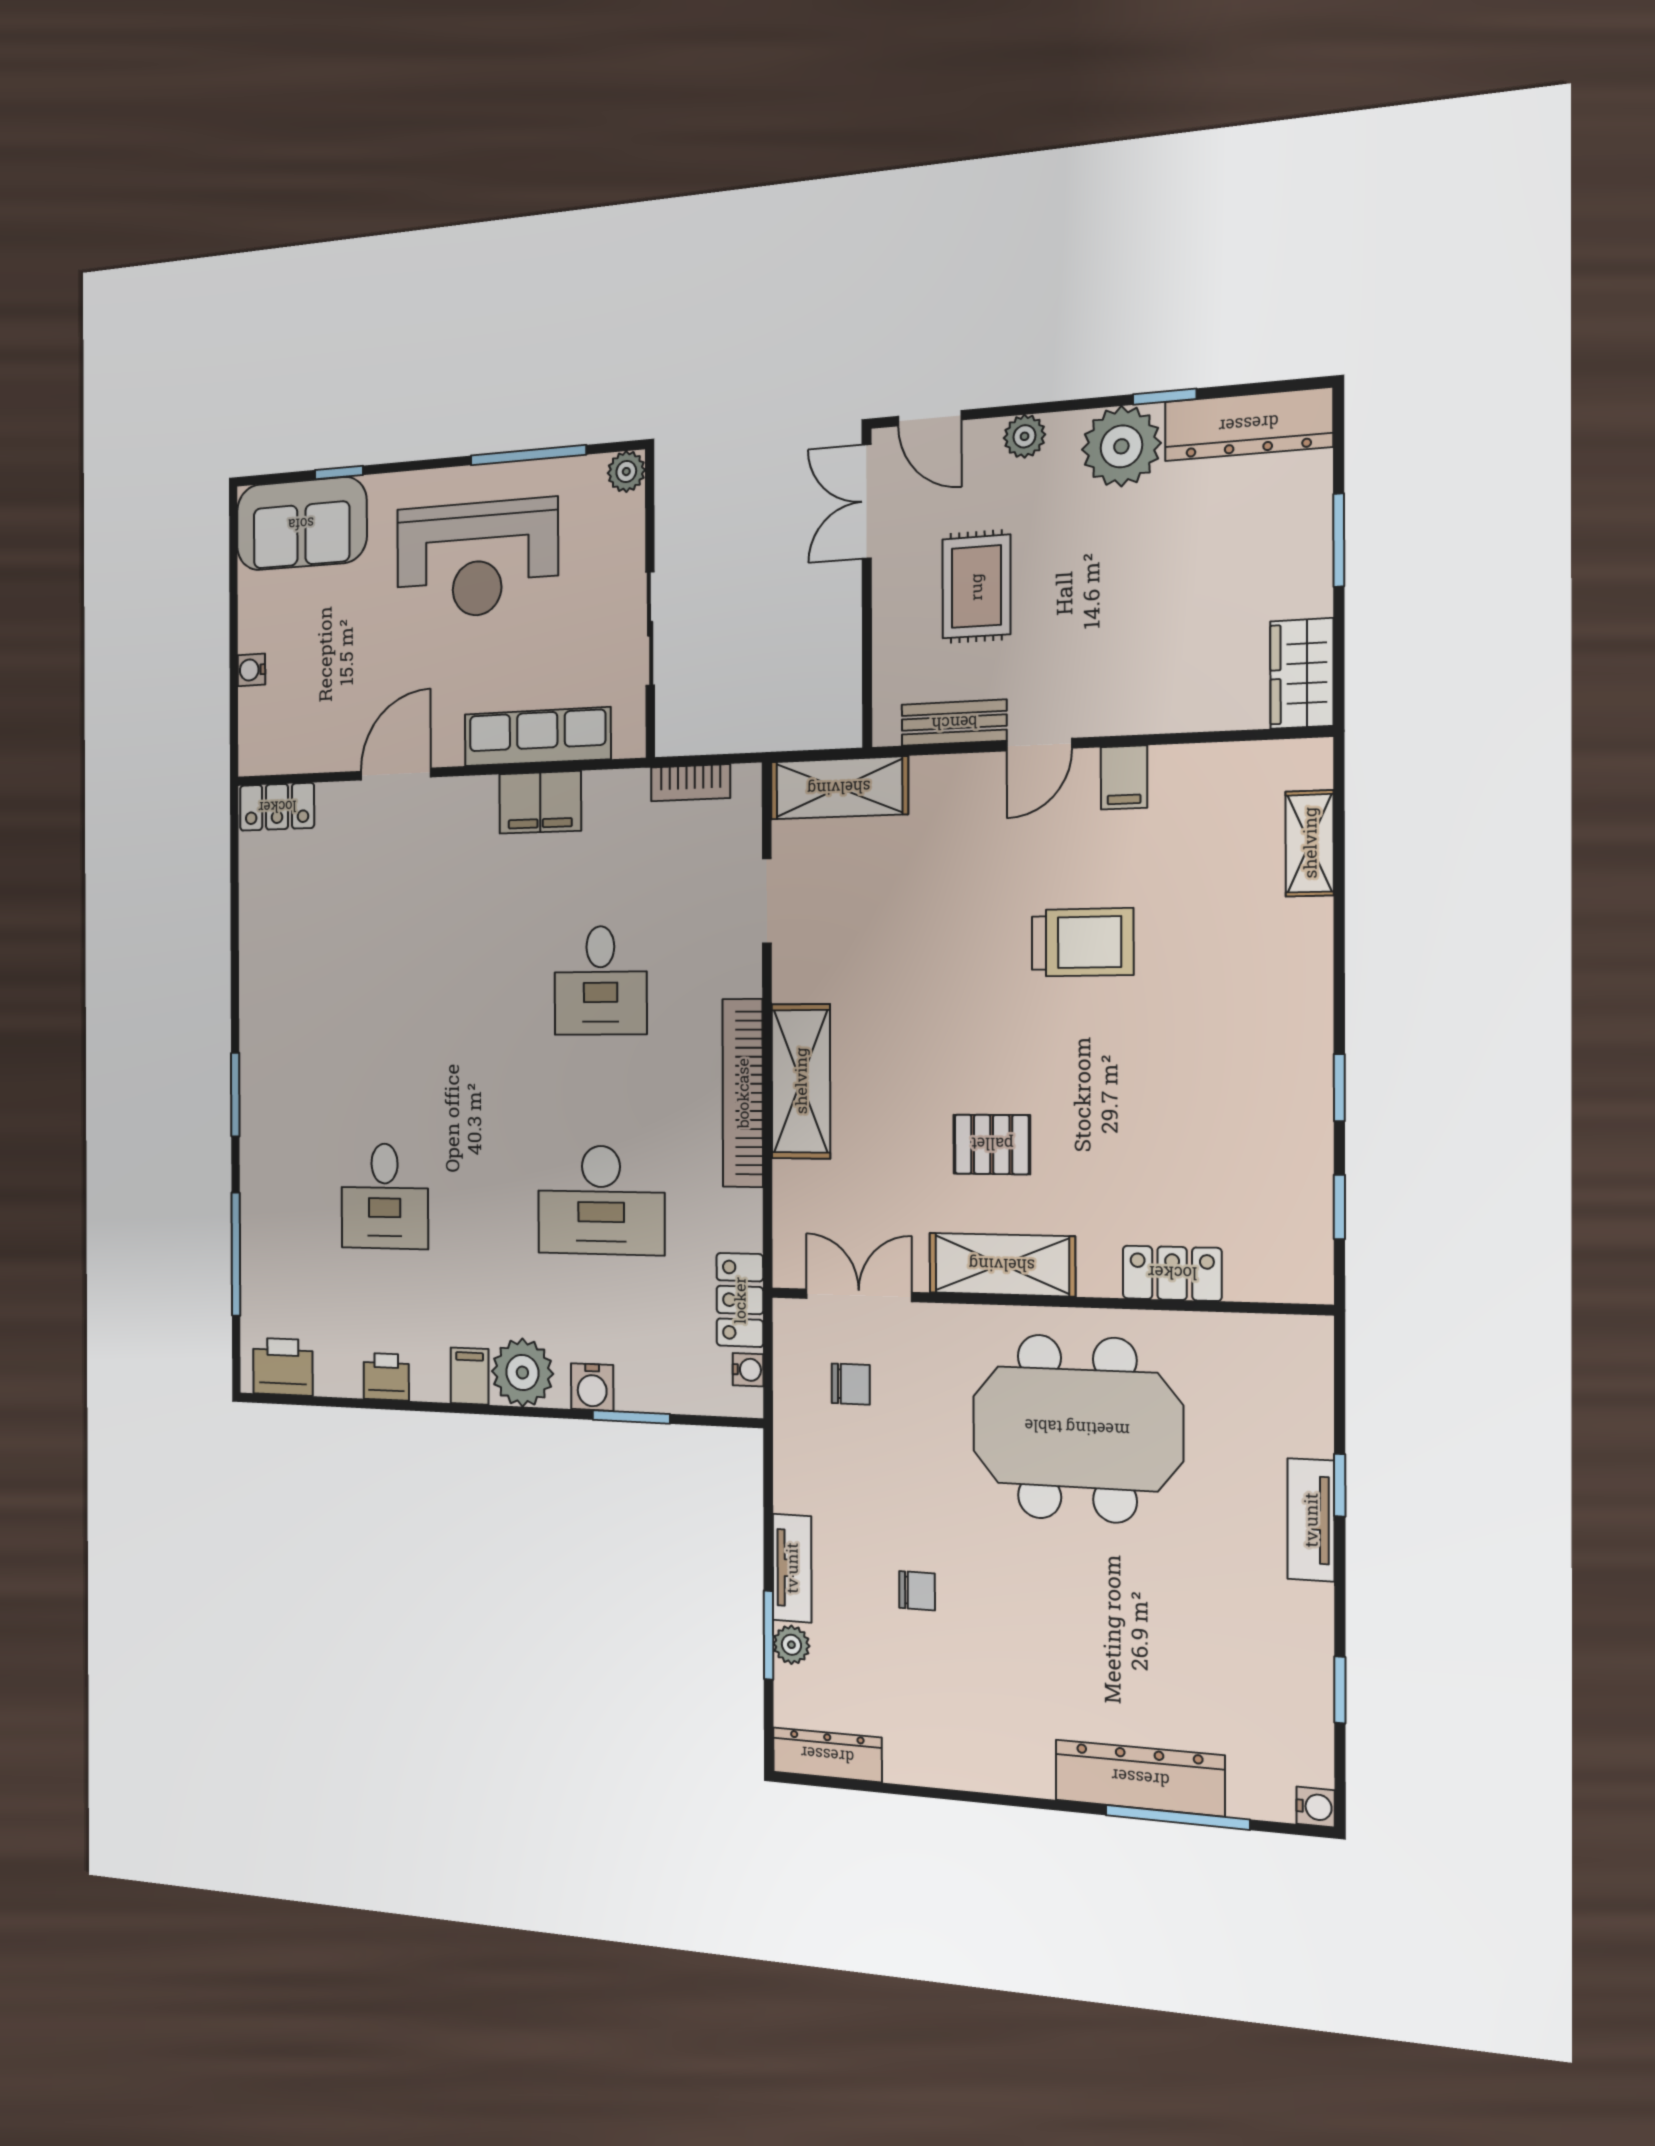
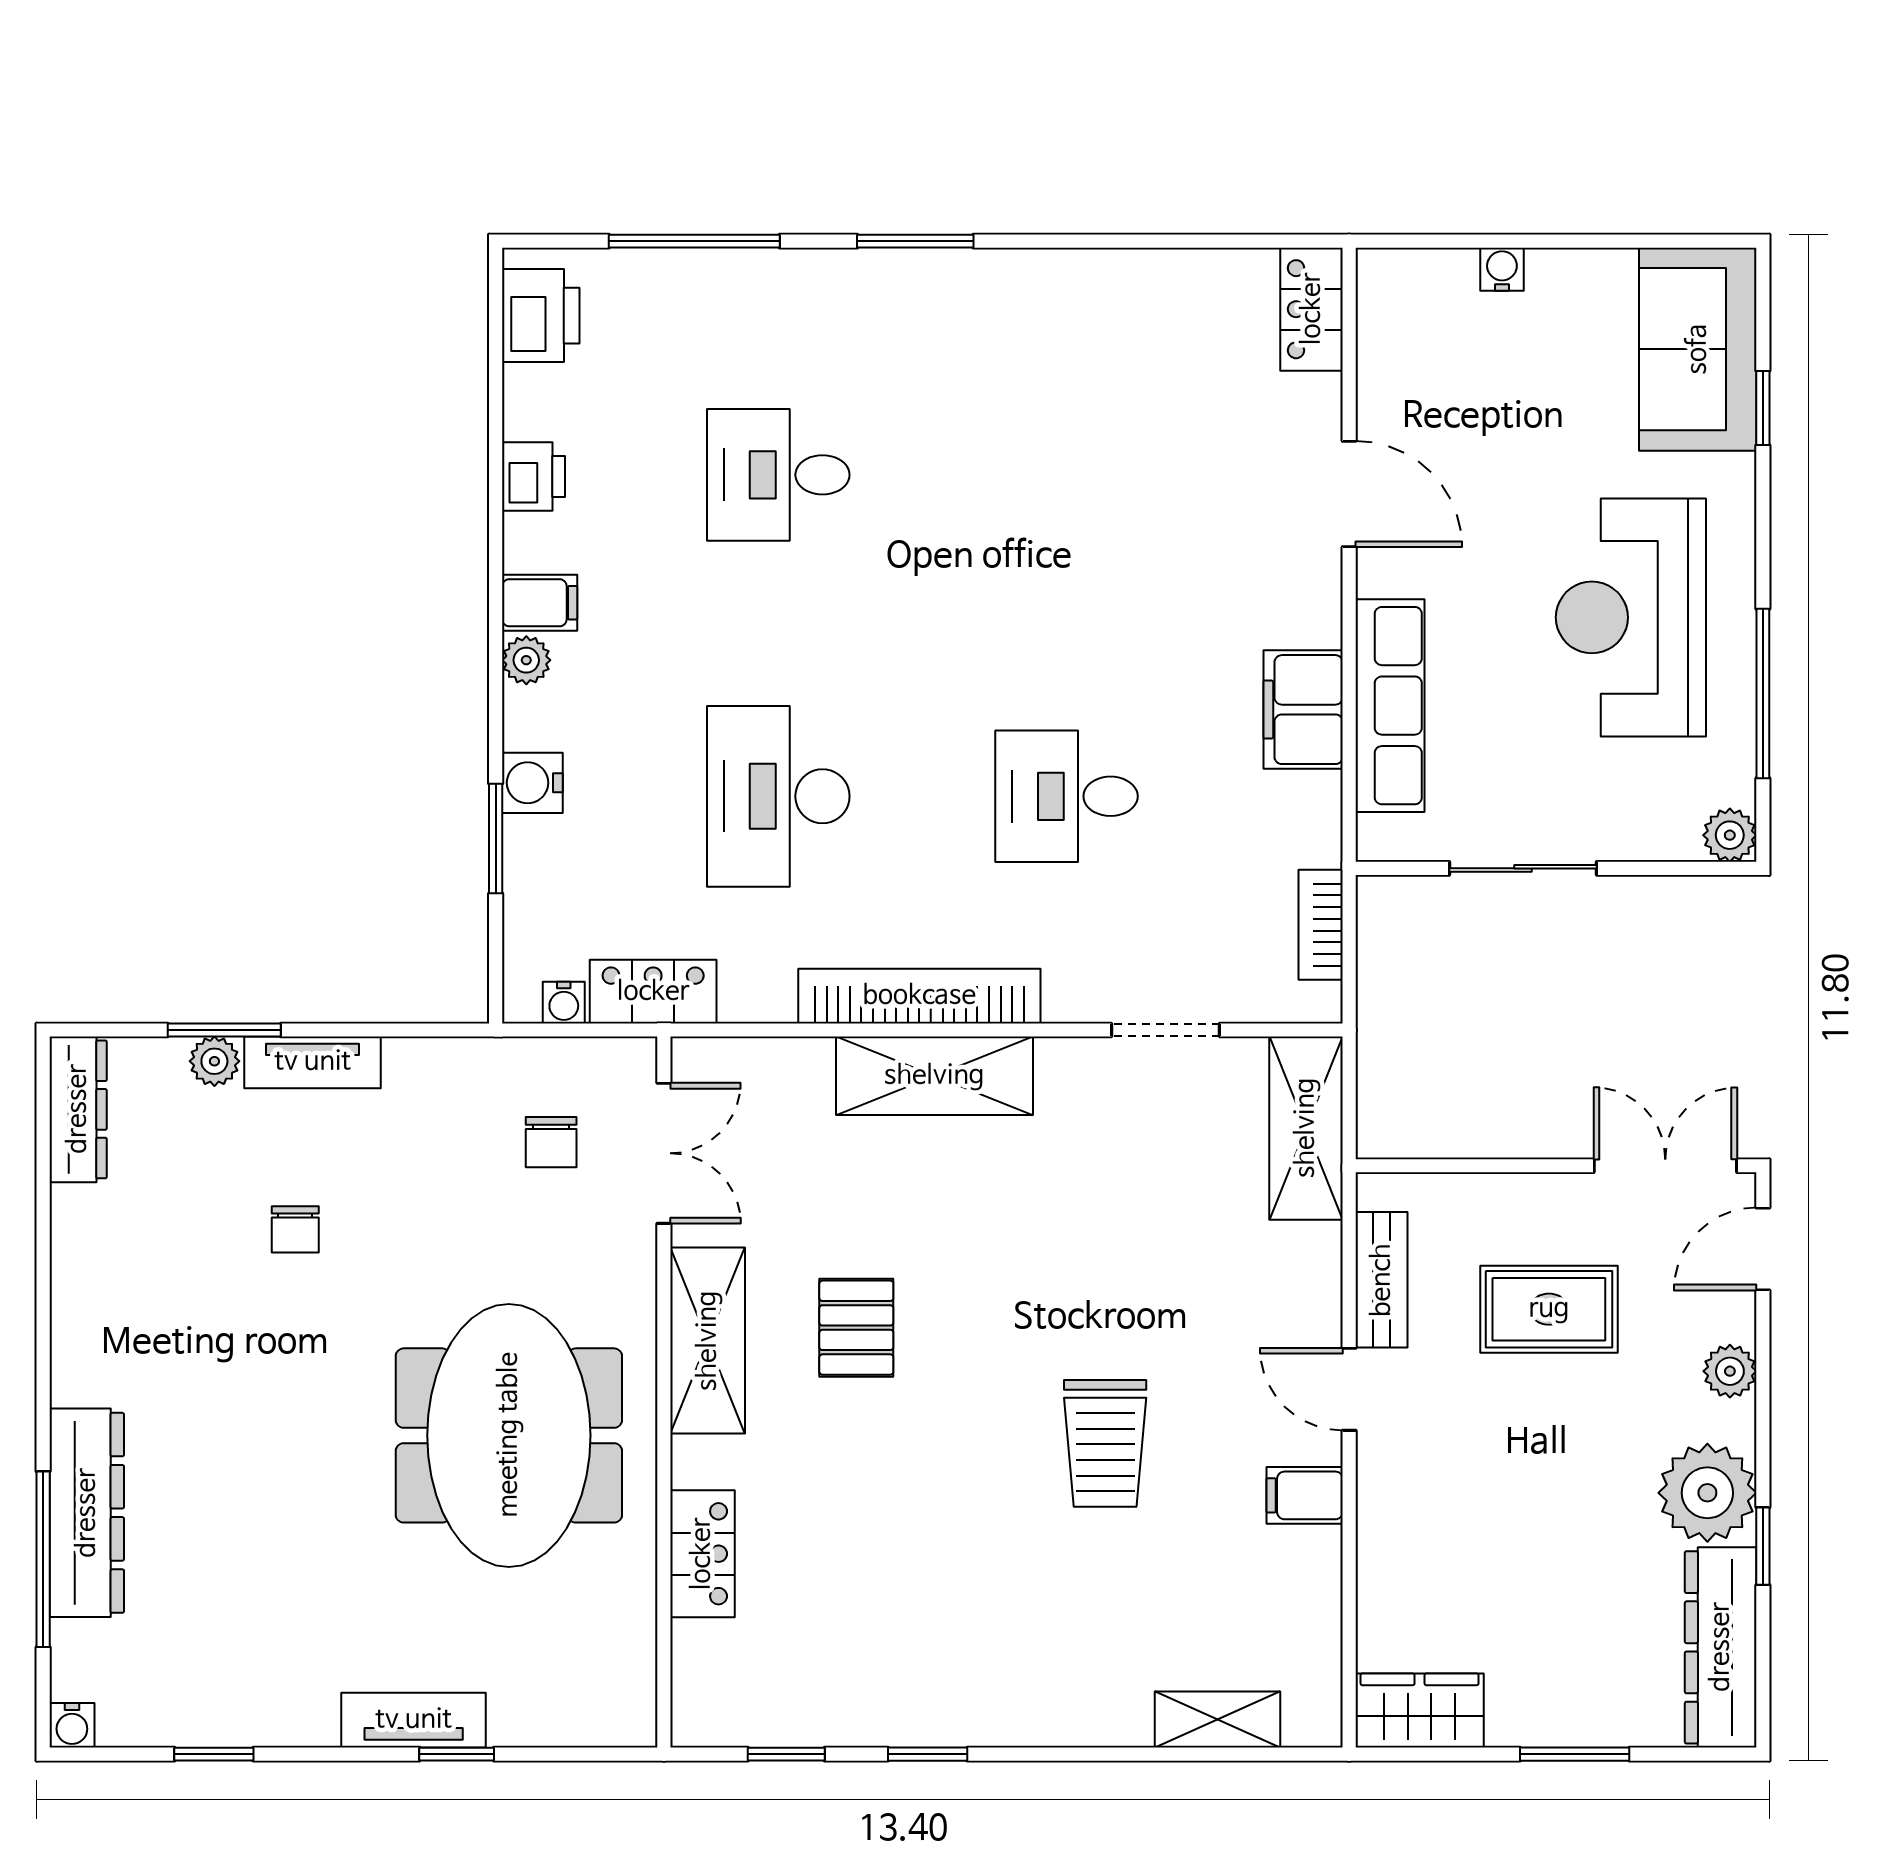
plant: (522, 1373) -> (526, 660), width x0.53, depth x0.53

